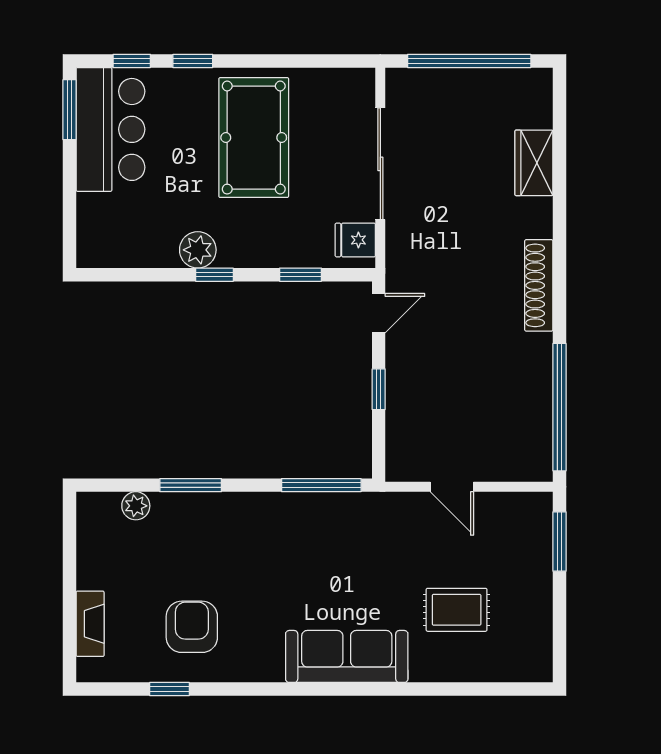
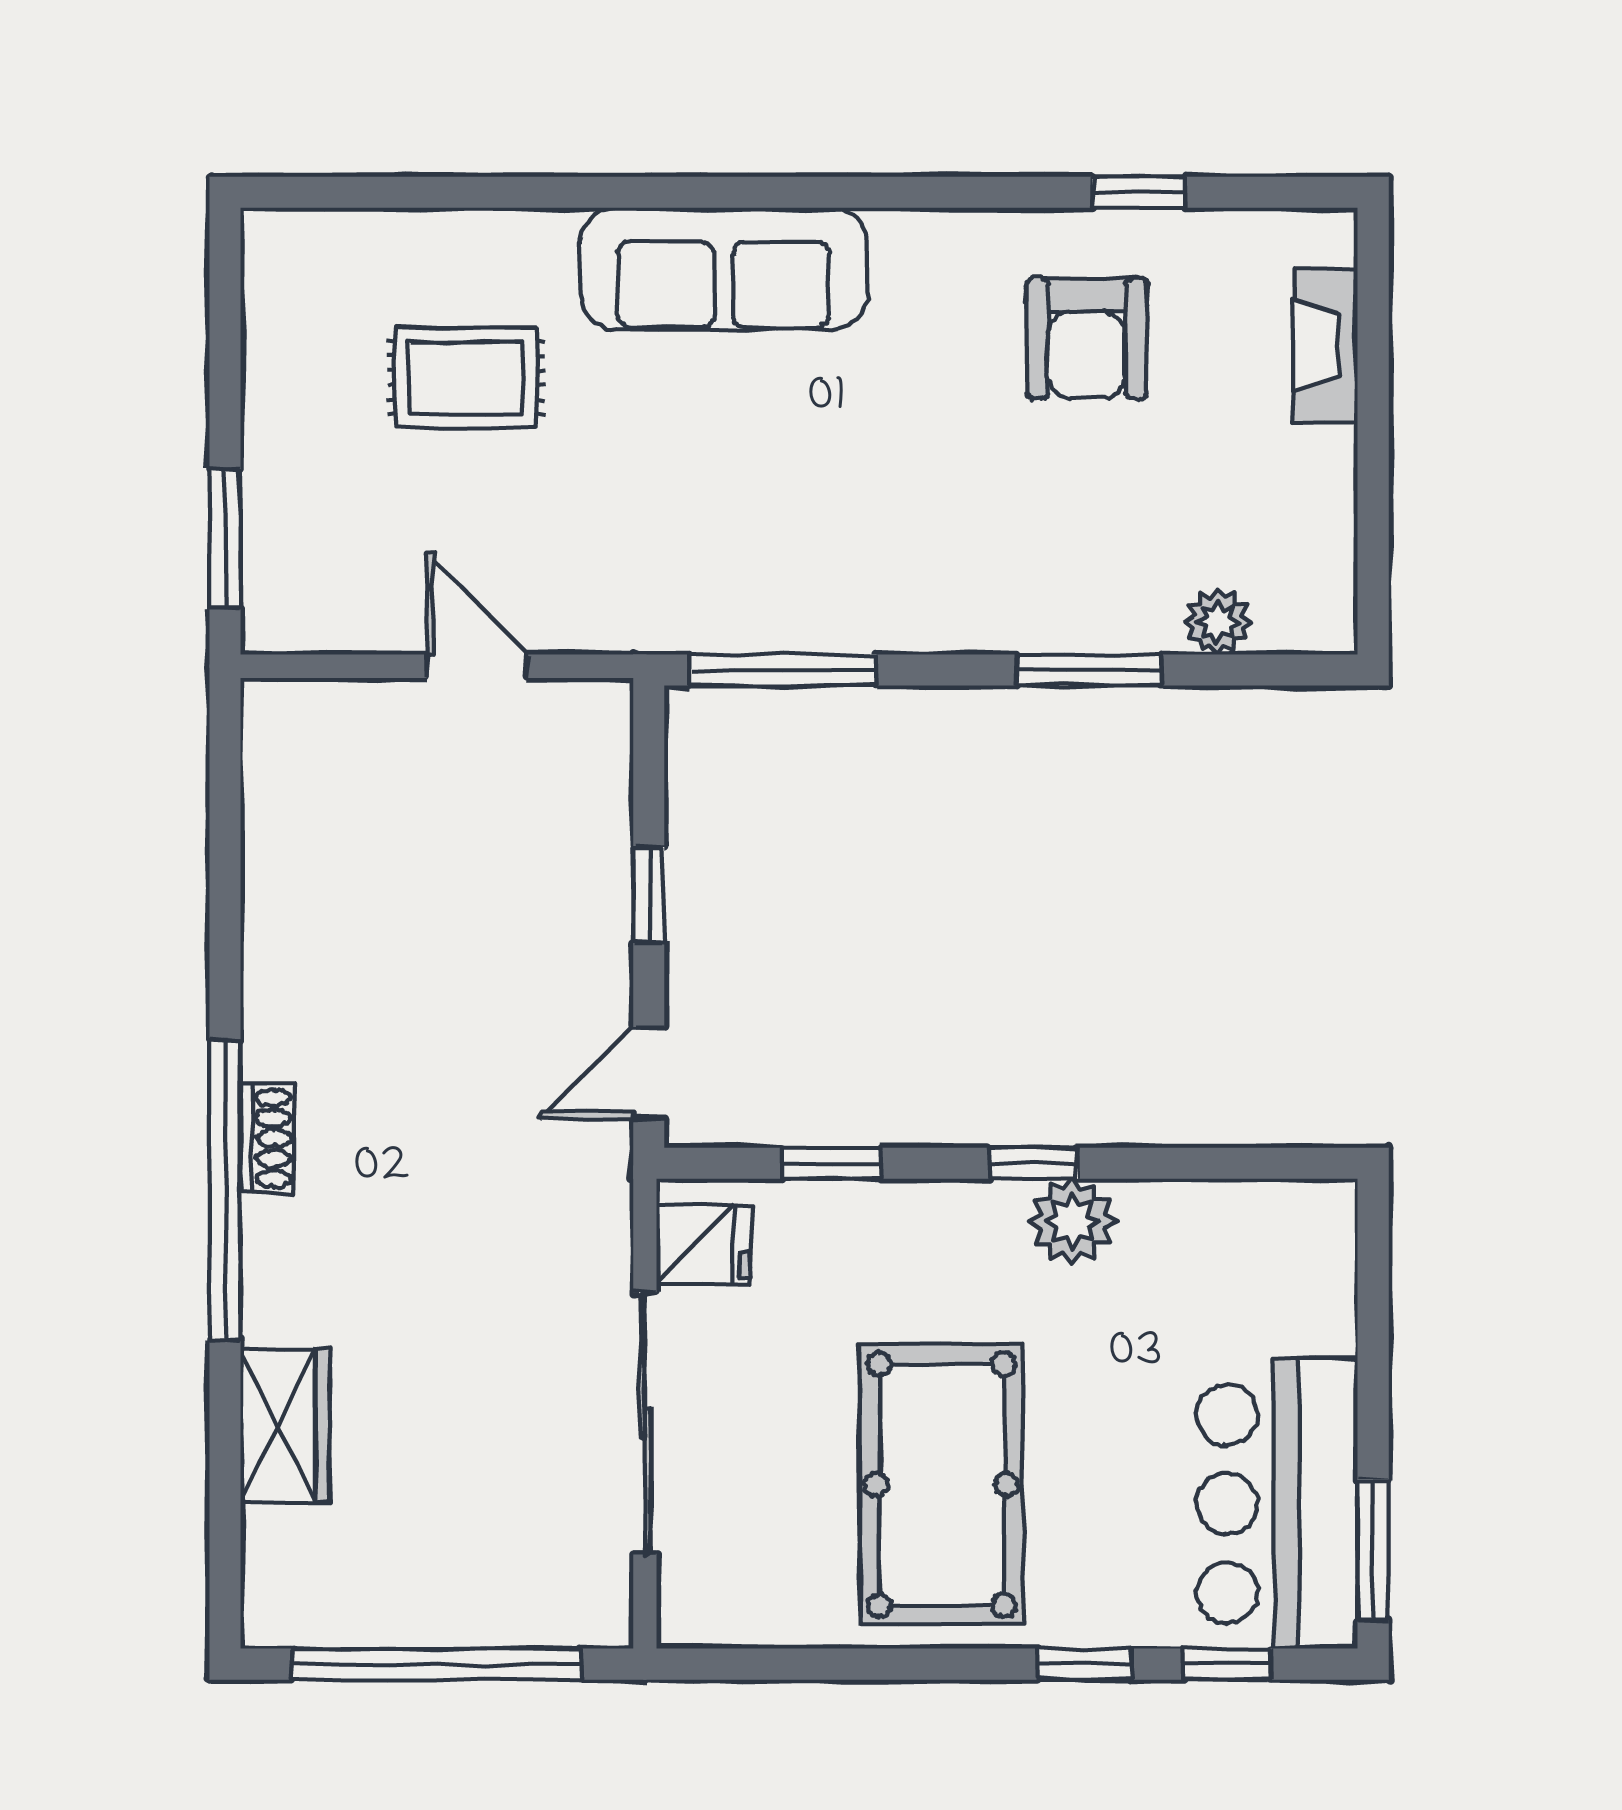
shoe rack: (539, 285) -> (267, 1138), width x0.51, depth x0.81
window: (560, 407) -> (225, 1190), moved

